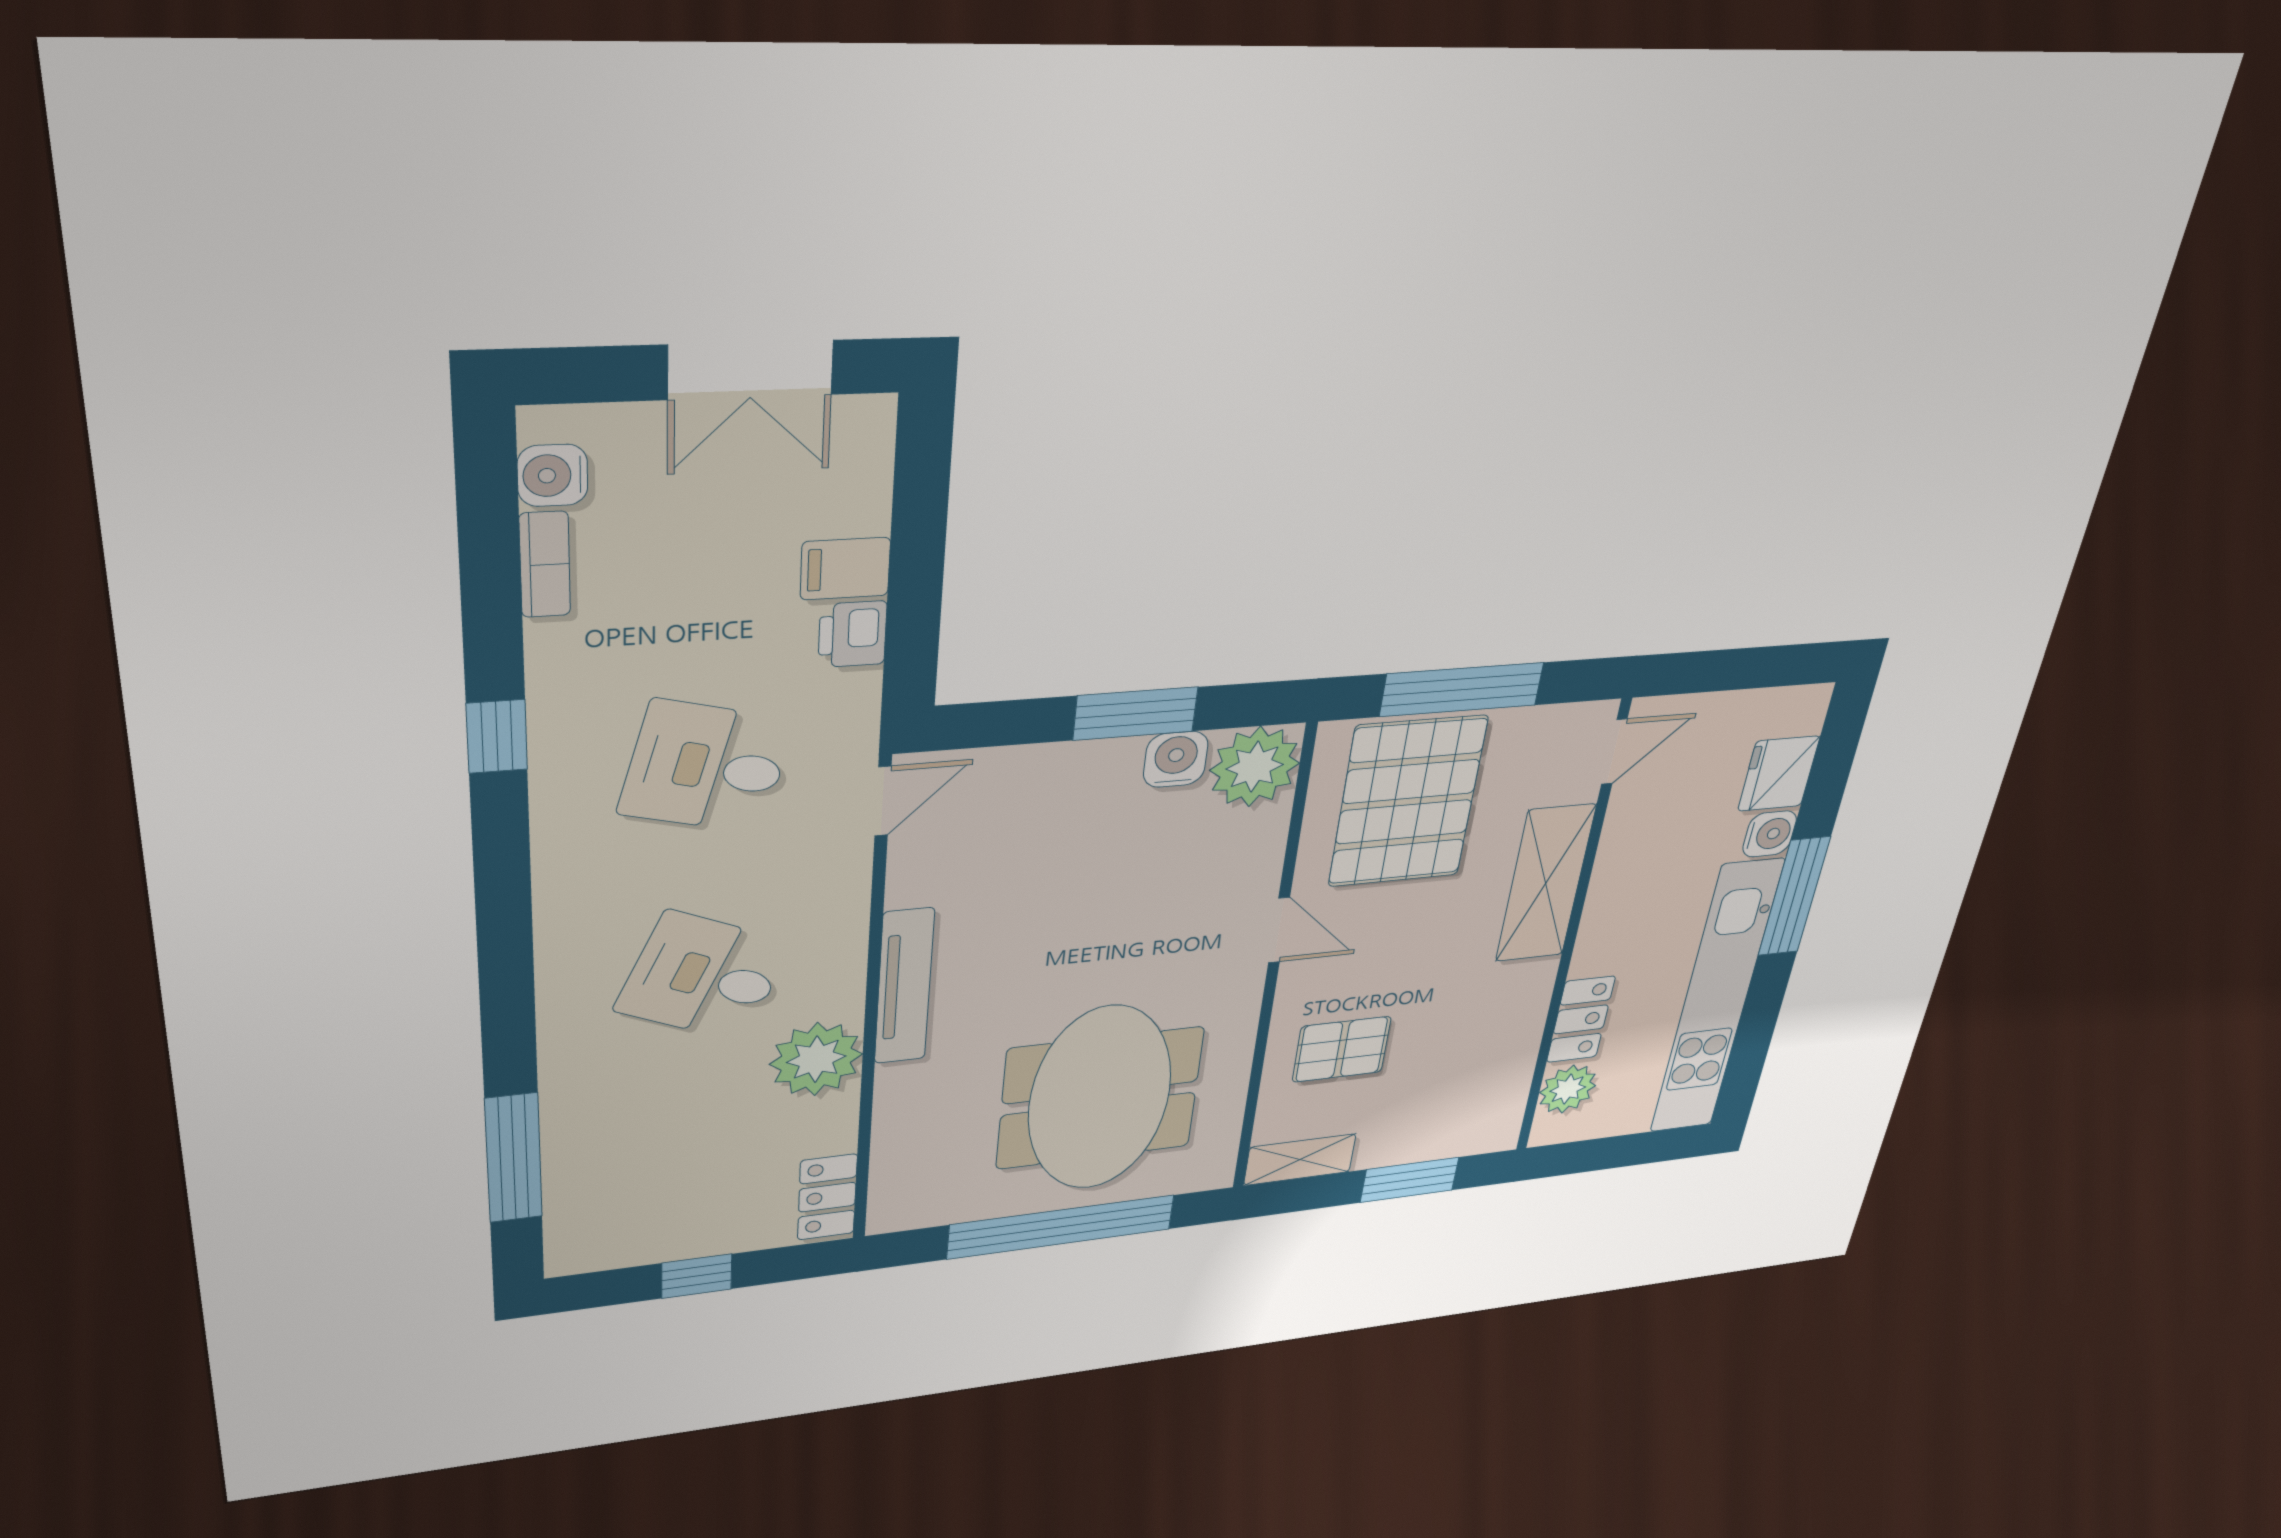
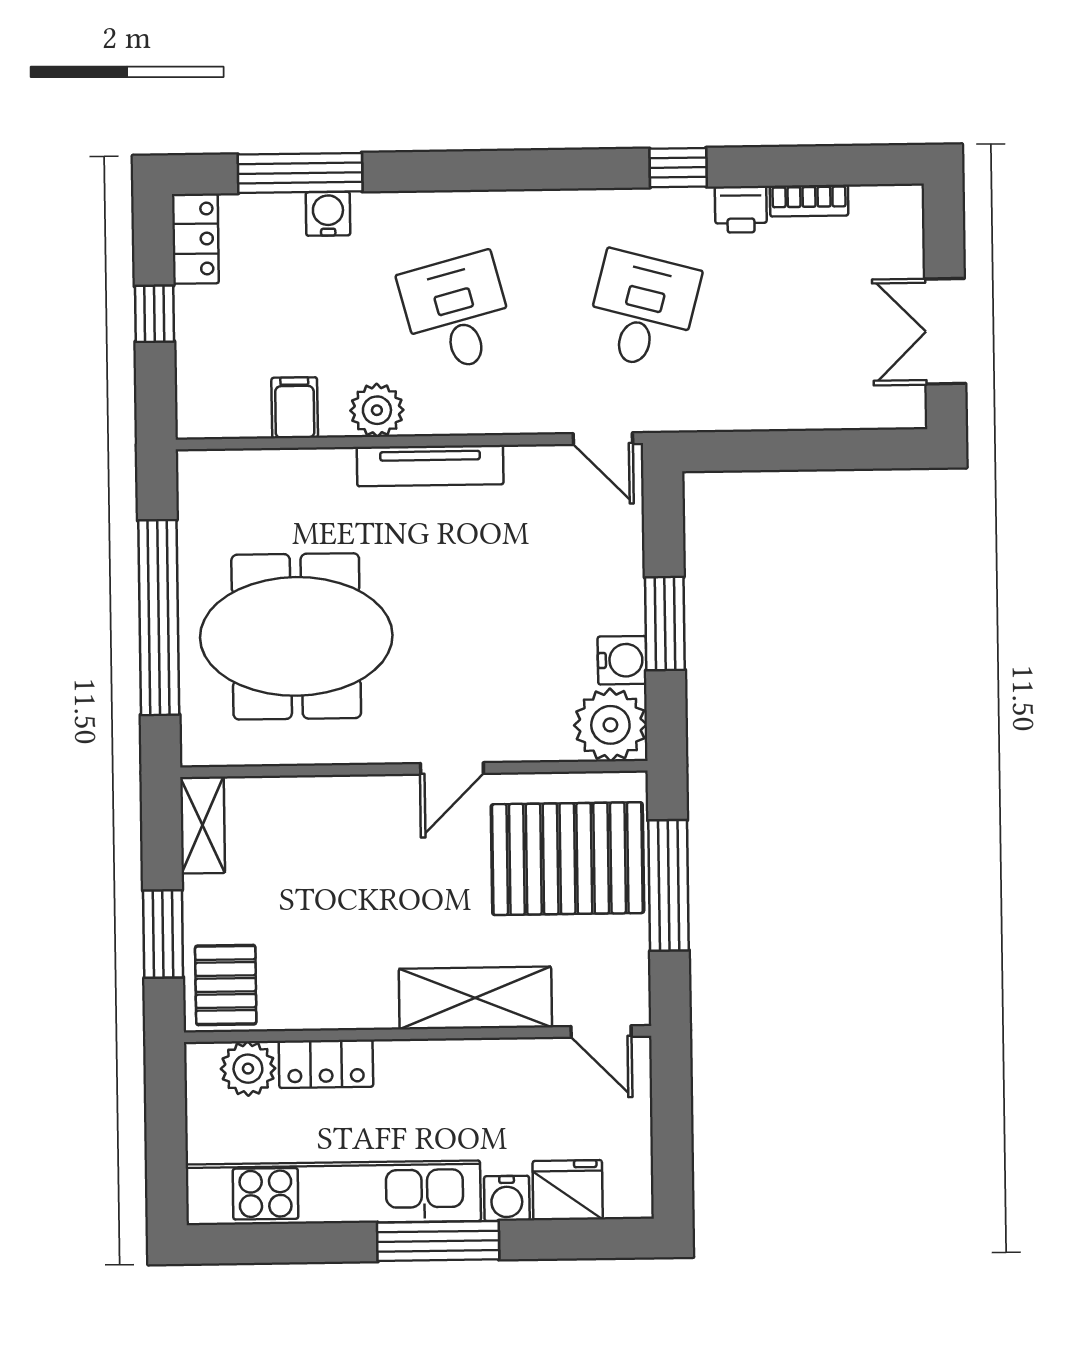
water cooler: (553, 475) -> (328, 214), moved
filing cabinet: (845, 569) -> (295, 408), moved
printer: (853, 634) -> (741, 209), moved, turned 180
desk: (704, 977) -> (457, 313), turned -39
pallet: (1342, 1049) -> (226, 985), moved
plant: (816, 1059) -> (377, 410), width x0.73, depth x0.73
locker: (827, 1197) -> (195, 239), moved, turned 90

